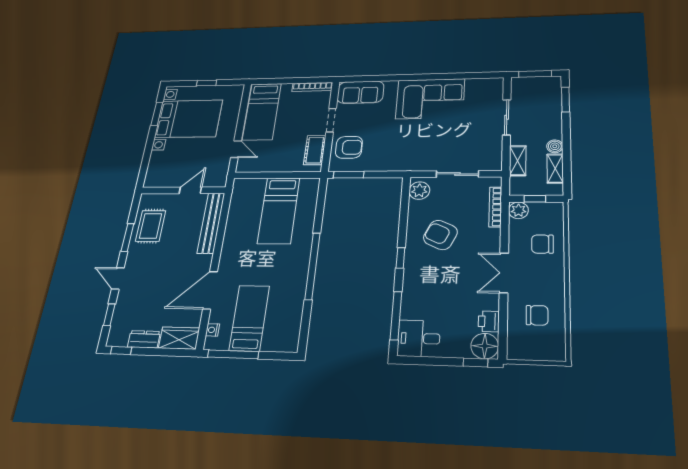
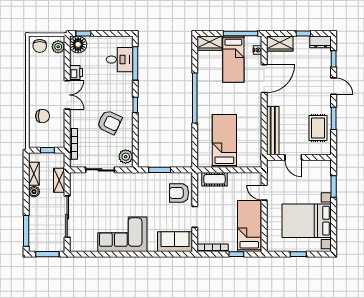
window: (283, 81) -> (236, 254), added
window: (566, 100) -> (26, 231), width x1.44
window: (157, 114) -> (334, 187), moved
sliding door: (507, 117) -> (67, 217), width x1.37
cot: (315, 150) -> (215, 179), moved, turned 90
window: (349, 175) -> (160, 170), moved
door: (190, 190) -> (293, 157), hinge flipped
plant: (518, 210) -> (58, 47), moved
chair: (537, 315) -> (40, 46), moved, turned -90
printer: (489, 321) -> (76, 72), moved
desk: (419, 338) -> (120, 60), moved
dresser: (144, 339) -> (321, 42), moved
wardrobe: (281, 342) -> (210, 43), added
window: (121, 350) -> (303, 33), moved

